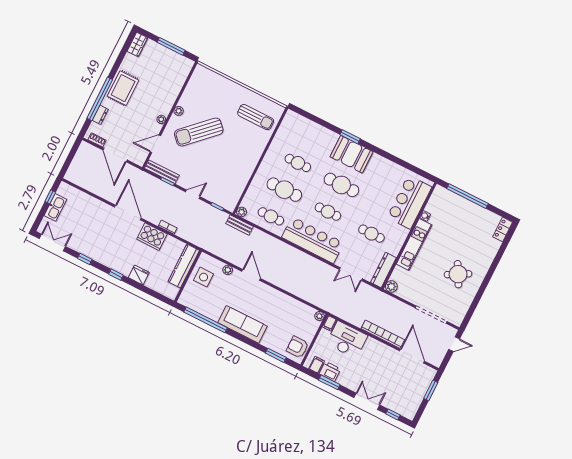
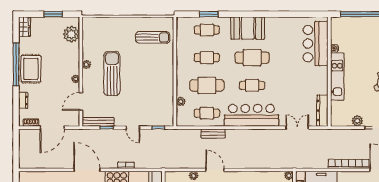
window: (171, 46) -> (53, 14), width x0.69
plant: (179, 74) -> (71, 34), added
window: (100, 99) -> (16, 64), moved
sun lounger: (199, 132) -> (112, 74), turned 134
window: (350, 137) -> (209, 14), moved
door: (115, 155) -> (52, 128), hinge flipped
door: (193, 194) -> (133, 128), swing flipped
plant: (242, 212) -> (181, 101), moved
bench: (240, 225) -> (213, 133), moved
cafe table: (371, 234) -> (207, 30), moved
double door: (351, 274) -> (297, 128), swing flipped
plant: (391, 286) -> (357, 121), moved

